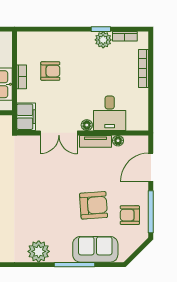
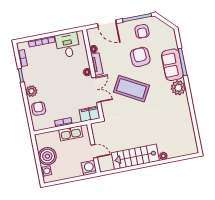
plant: (103, 40) -> (31, 91), moved
armchair: (50, 71) -> (39, 109), moved
desk: (110, 113) -> (68, 45), moved, turned -90
coffee table: (51, 184) -> (131, 89), added
sofa: (95, 249) -> (172, 65), moved

